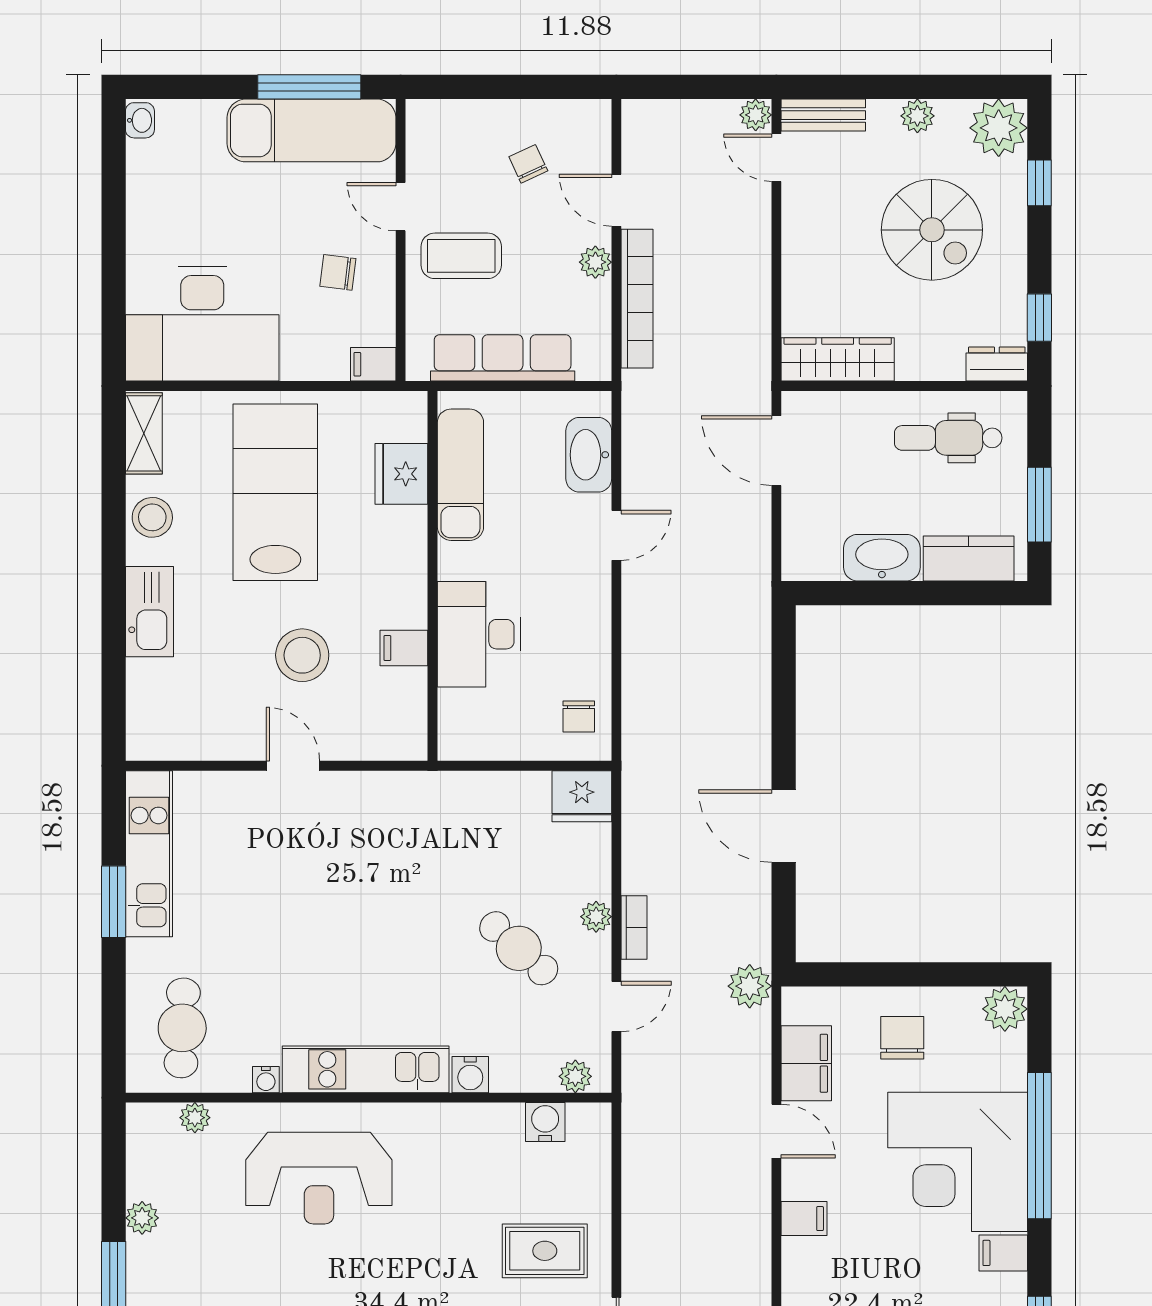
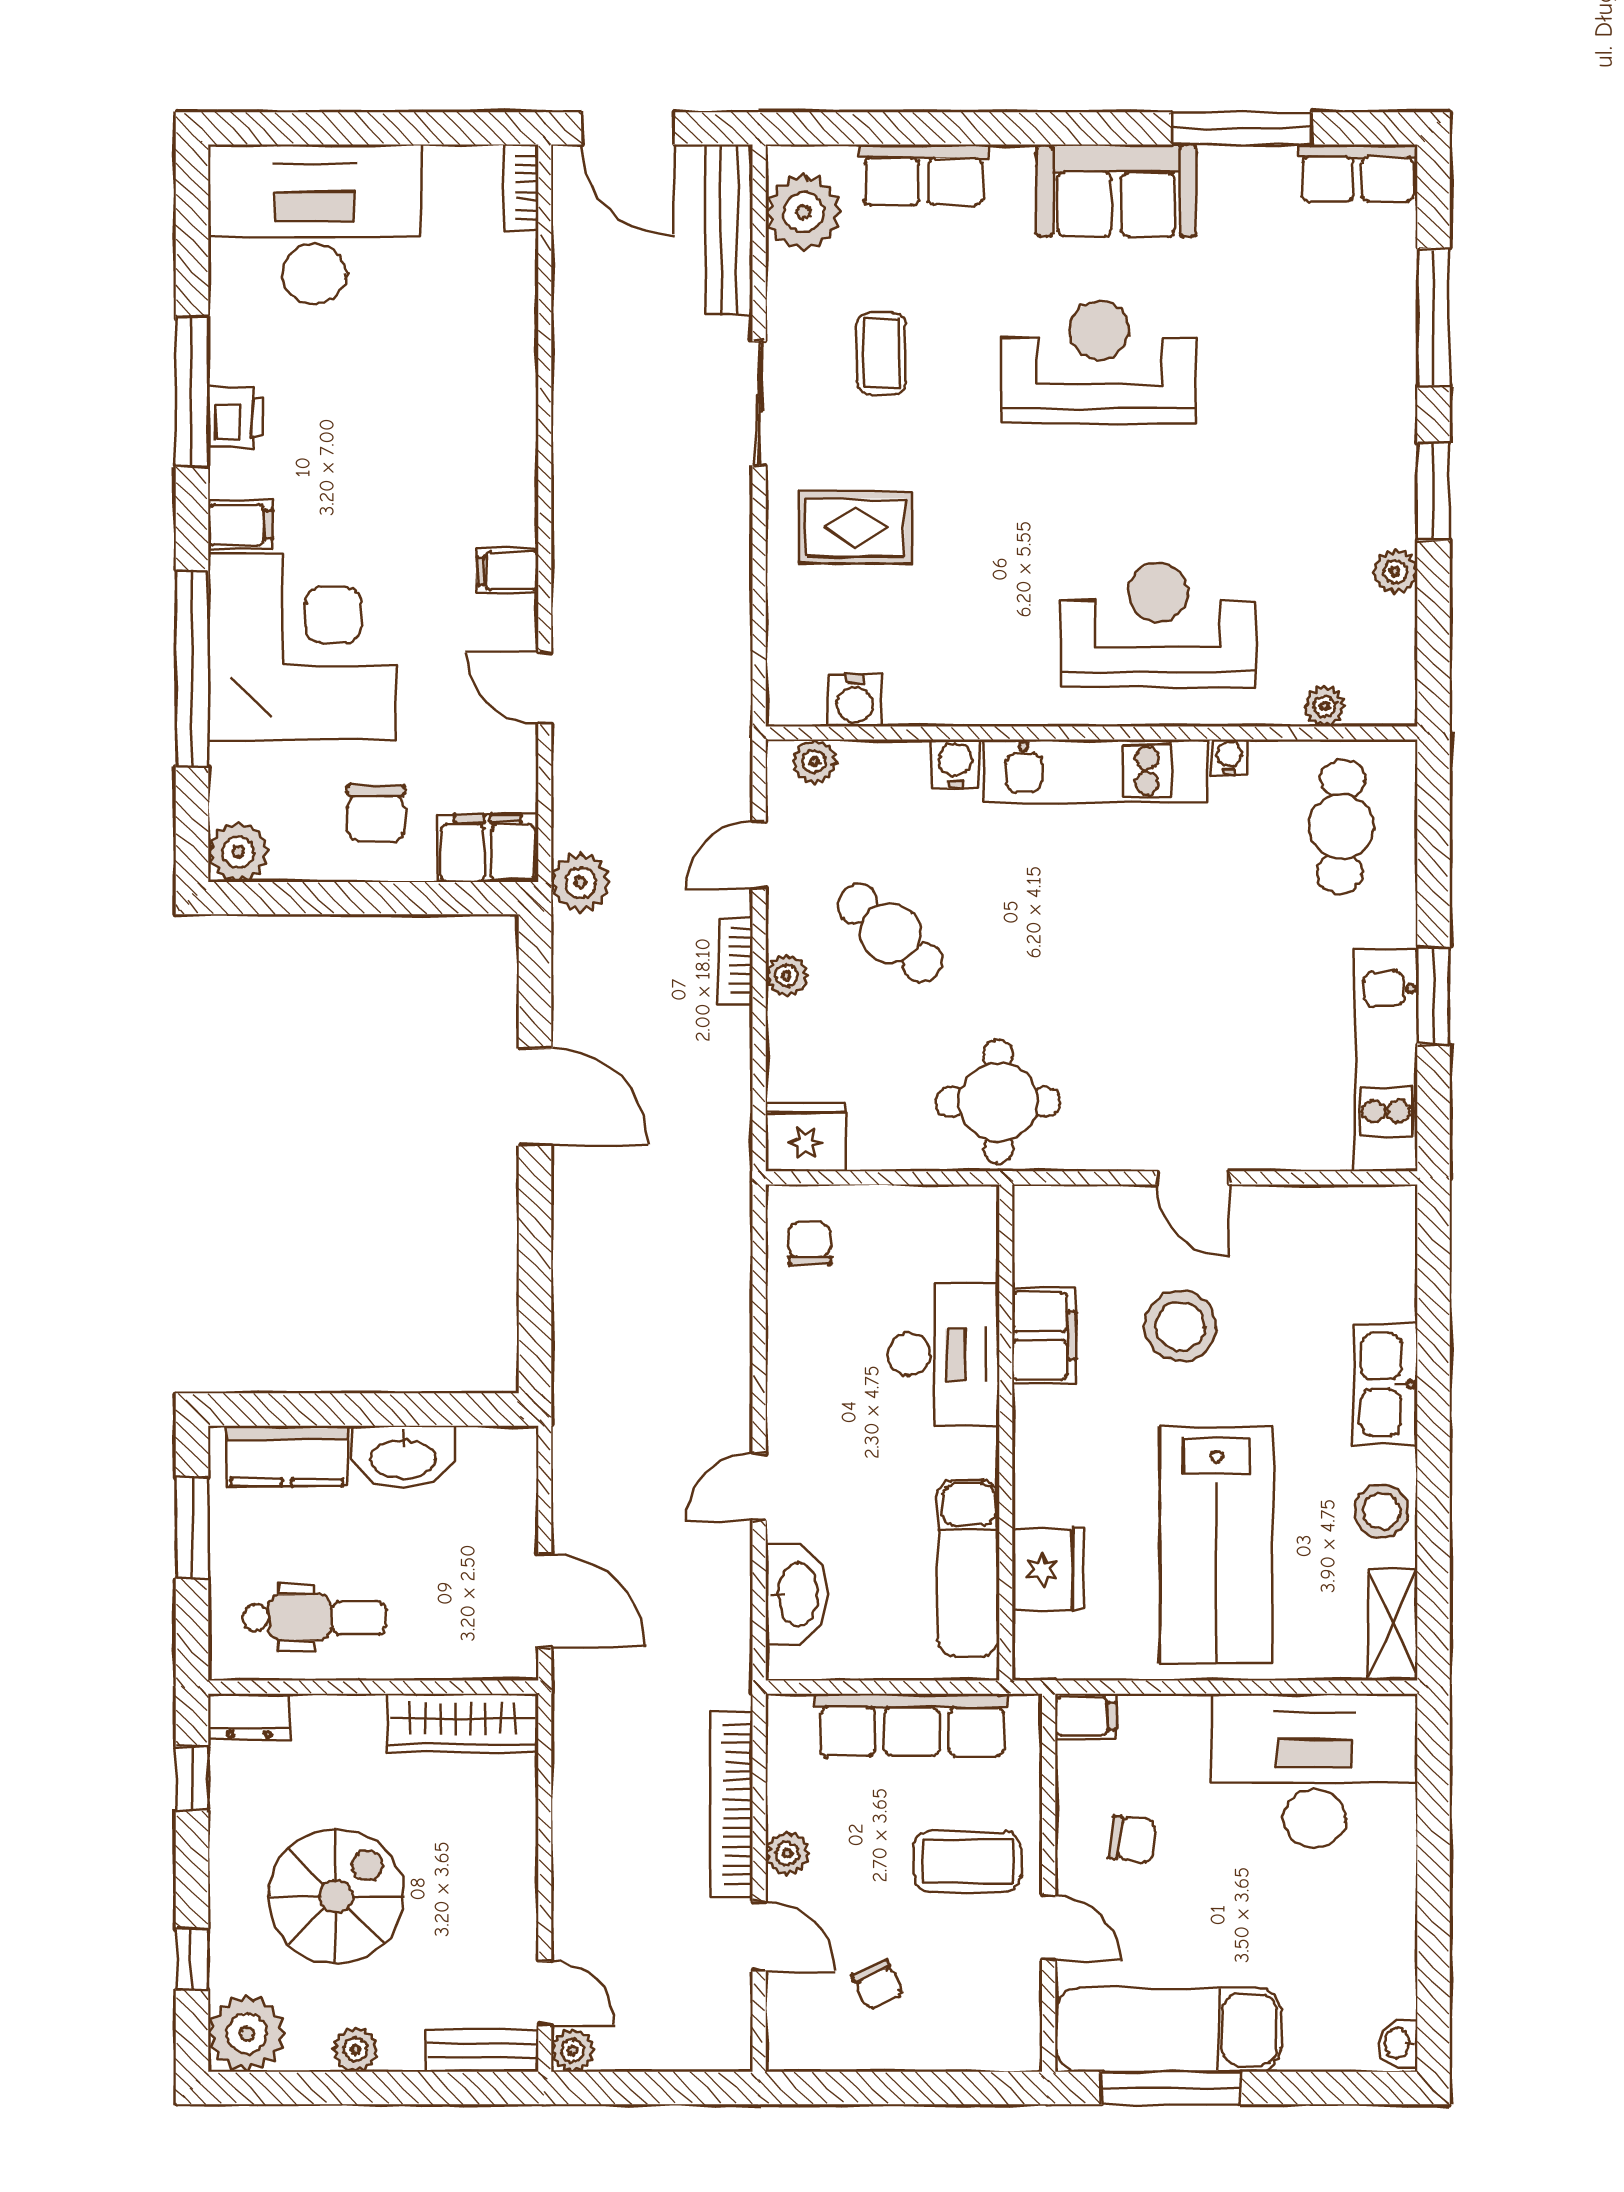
spiral stairs: (932, 230) -> (336, 1897), turned 90
filing cabinet: (404, 648) -> (1044, 1336), width x2.00
round table: (438, 822) -> (998, 1102), added
filing cabinet: (806, 1063) -> (488, 848), moved, turned 90

